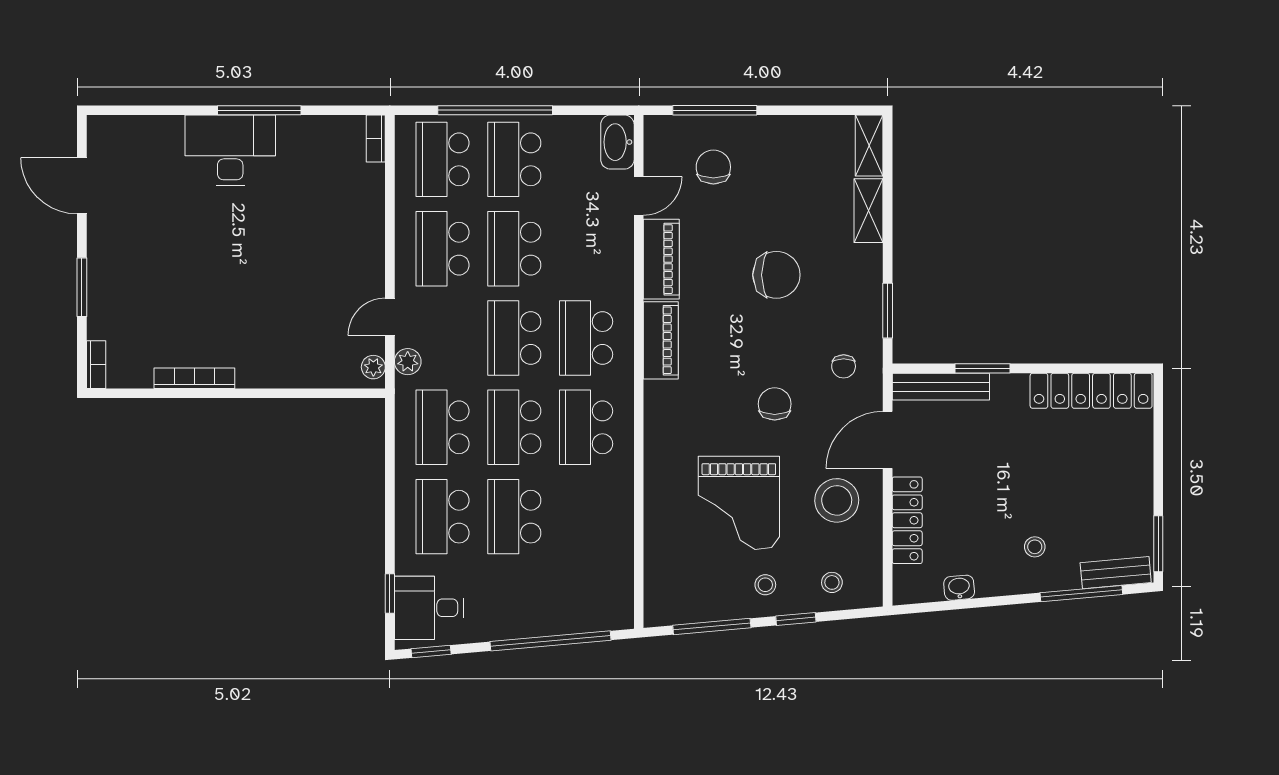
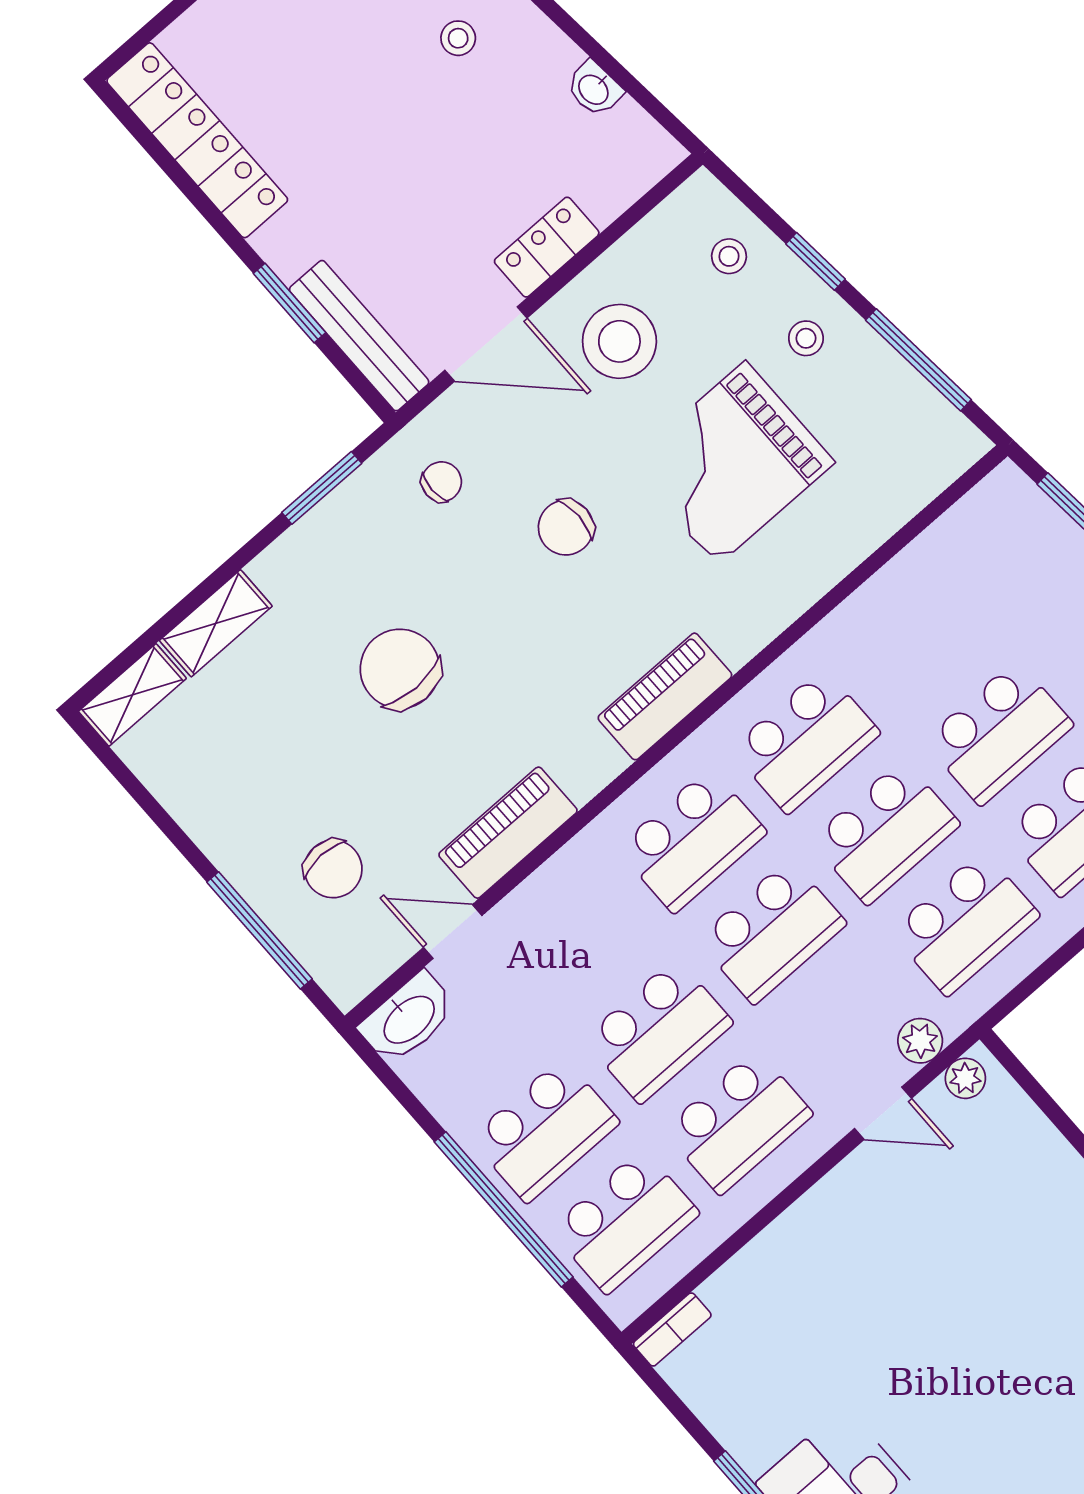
chair: (713, 167) -> (333, 869), turned -91
piano: (661, 340) -> (665, 696), moved
grand piano: (739, 503) -> (731, 463), turned 180
locker: (907, 520) -> (547, 247), width x0.66

